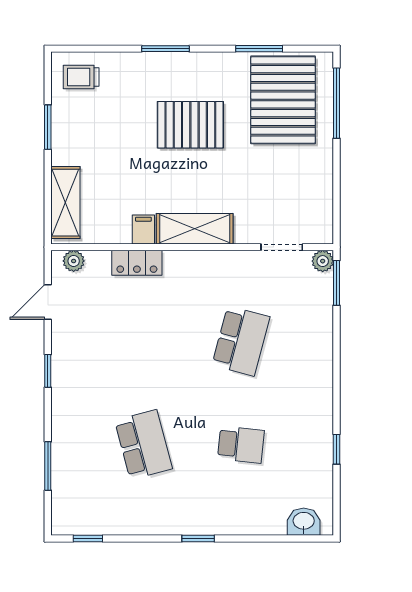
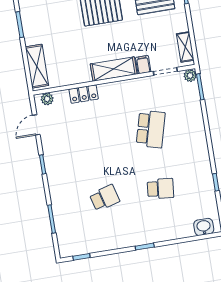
shelving: (322, 211) -> (185, 47), added
filing cabinet: (143, 229) -> (143, 65), moved
school desk: (144, 445) -> (105, 198), width x0.54

